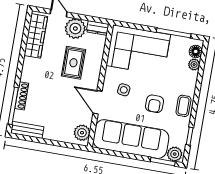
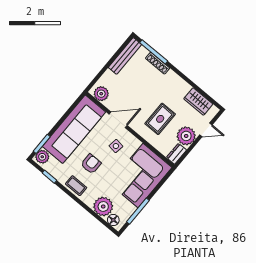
wardrobe: (36, 36) -> (198, 101), width x0.67
rug: (73, 63) -> (160, 119), turned 90
plant: (194, 65) -> (103, 207), width x1.88, depth x1.88
armchair: (155, 104) -> (91, 164), turned 90
bench: (27, 130) -> (125, 56), width x1.36

